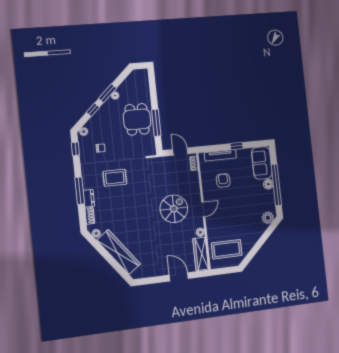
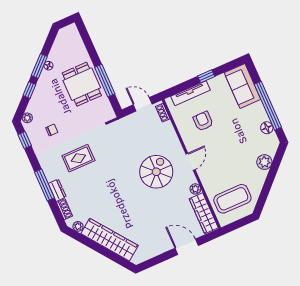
floor lamp: (268, 184) -> (267, 128), moved
plant: (268, 218) -> (264, 162), moved

